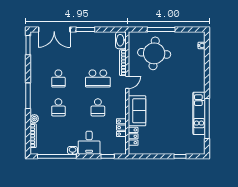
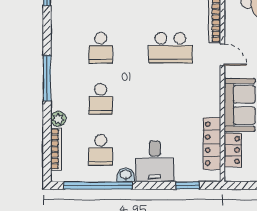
door: (127, 82) -> (222, 55), hinge flipped
school desk: (98, 107) -> (101, 150), moved
locker: (121, 128) -> (212, 144), width x1.53

